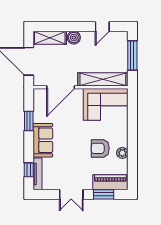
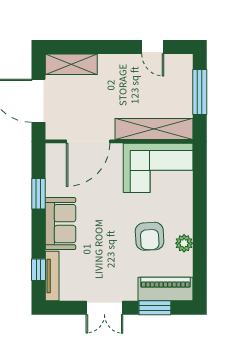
door: (102, 27) -> (153, 47), hinge flipped
boiler: (74, 38) -> (109, 64), removed
armchair: (100, 148) -> (150, 236), turned -93

